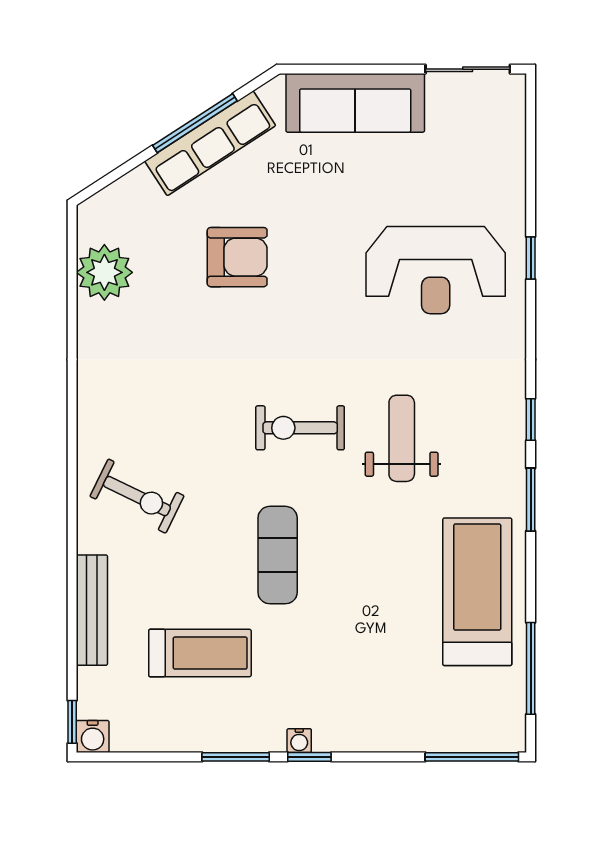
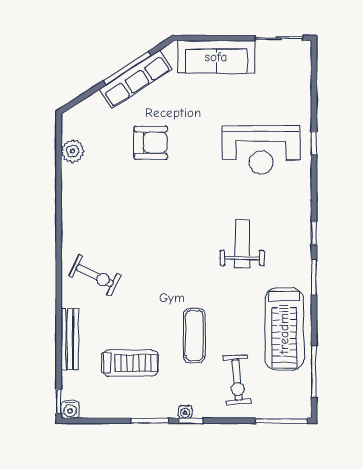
plant: (104, 272) -> (73, 151), width x0.73, depth x0.73
exercise bike: (300, 428) -> (237, 380), moved, turned -95
exercise mat: (278, 555) -> (194, 336), moved
treadmill: (477, 592) -> (284, 329), turned 180

